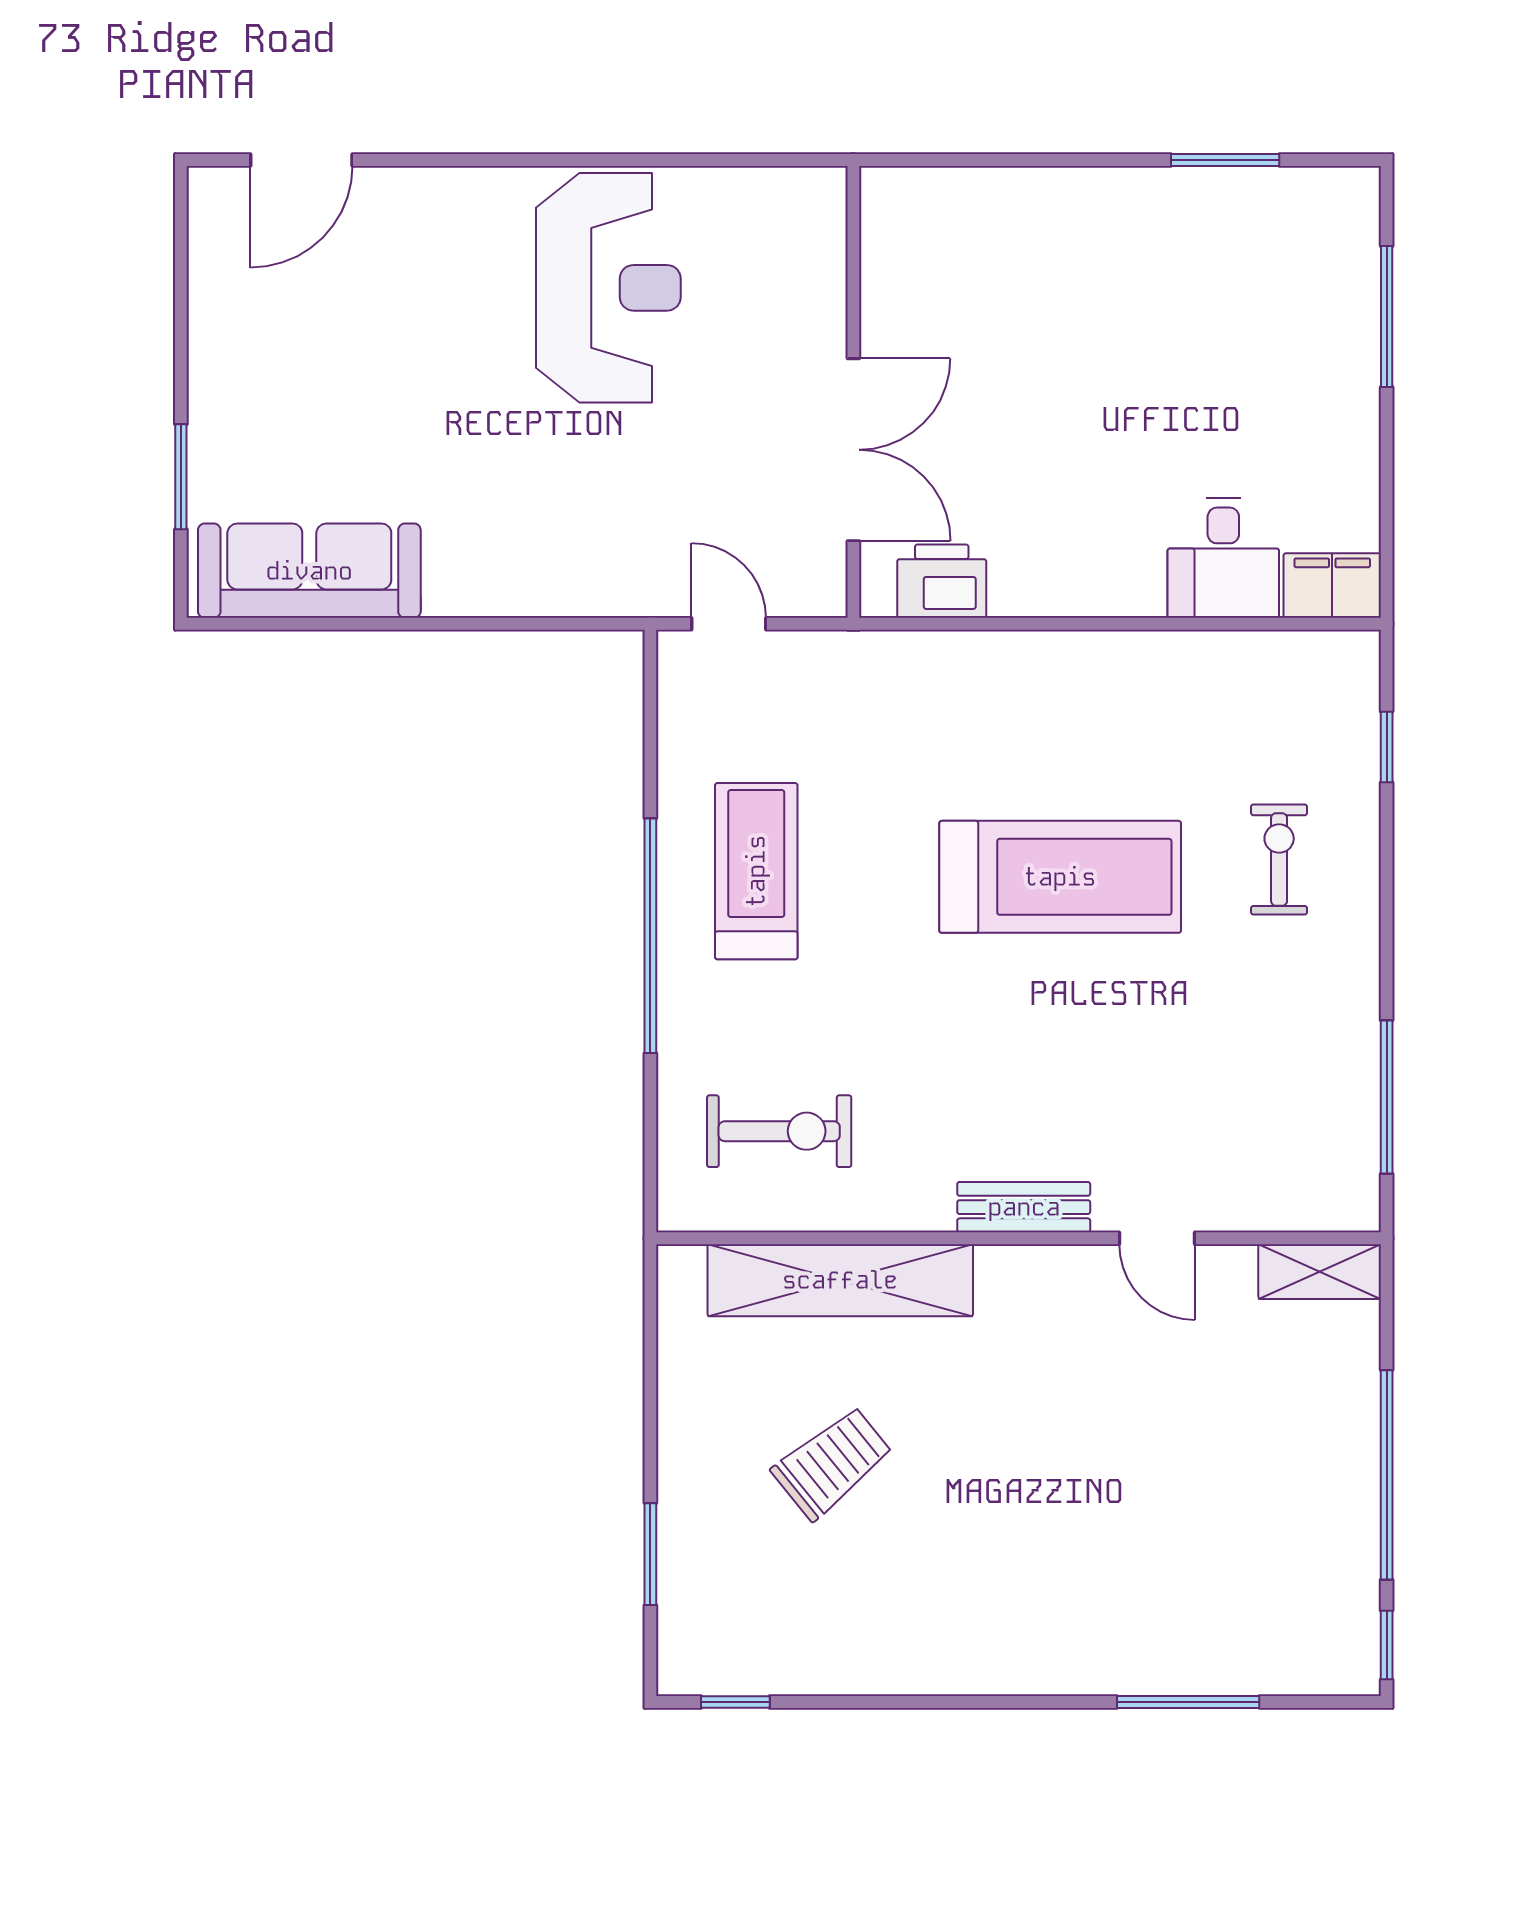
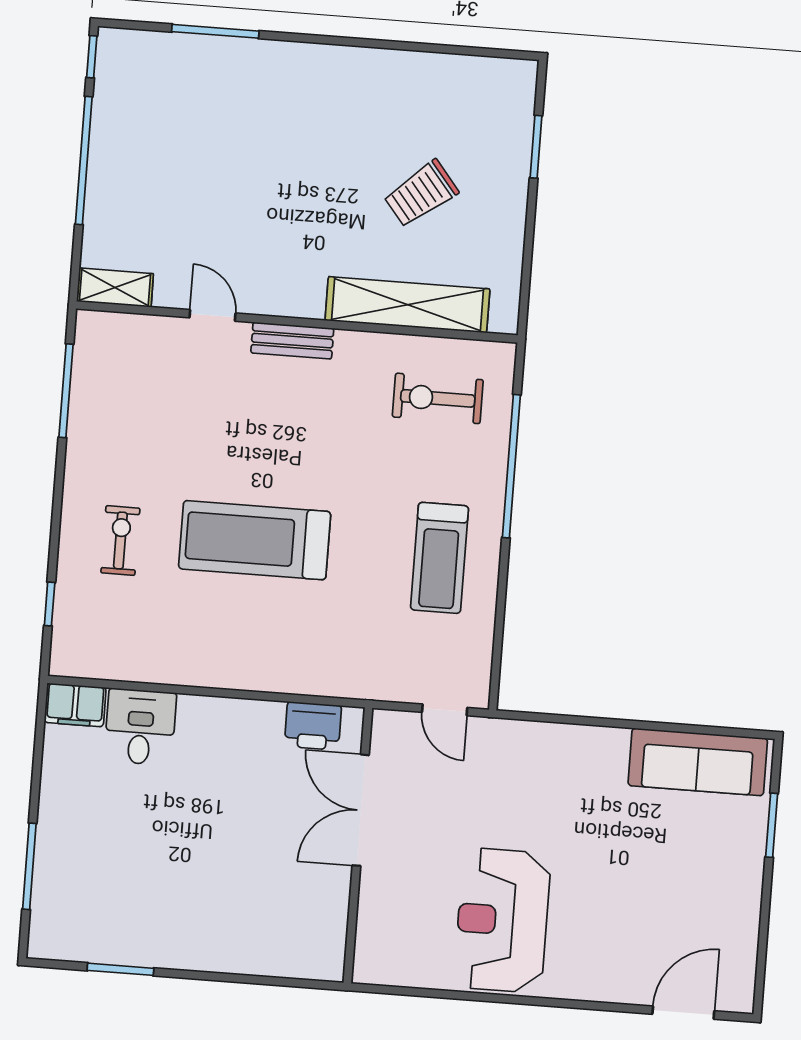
exercise bike: (1279, 860) -> (120, 540), turned 180
window: (650, 936) -> (511, 466), moved
window: (735, 1702) -> (491, 53), removed

